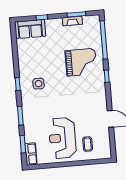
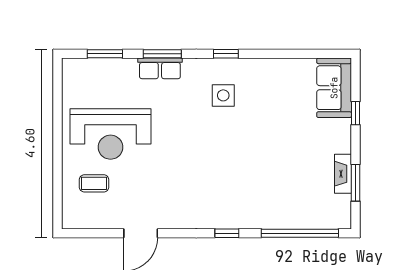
grand piano: (81, 62) -> (259, 184), removed
reception desk: (62, 138) -> (111, 134), turned 180
row of seats: (31, 154) -> (160, 68), moved

